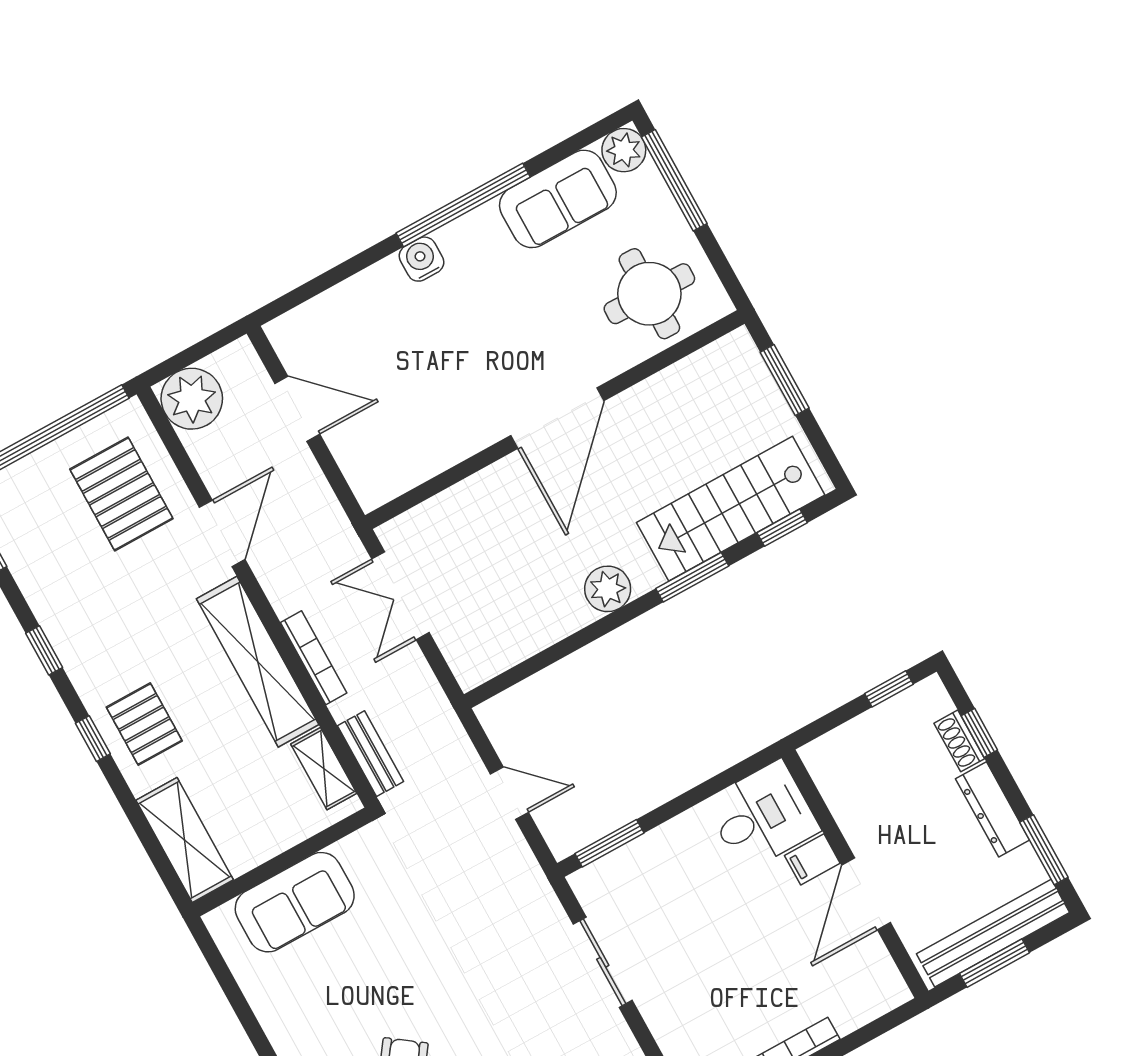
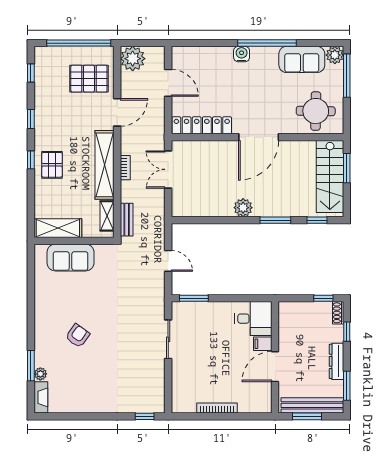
locker: (420, 460) -> (202, 125), added
pallet: (121, 494) -> (89, 79), turned 90
stairs: (731, 509) -> (330, 176), moved, turned -90
bookcase: (314, 658) -> (125, 168), width x0.64
shoe rack: (959, 741) -> (338, 313), moved
shelving: (185, 840) -> (58, 228), moved, turned 90

